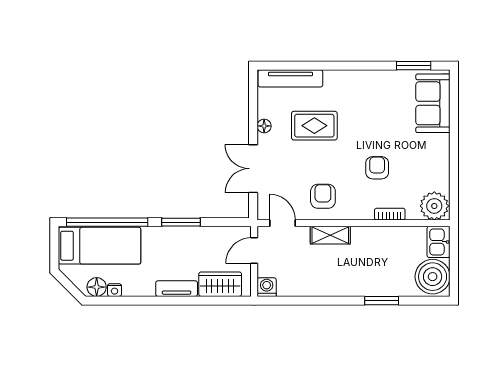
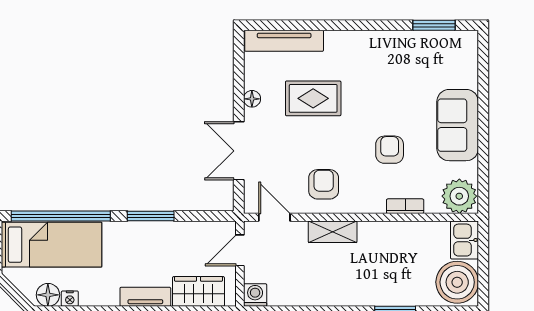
sofa: (433, 103) -> (458, 125), moved

